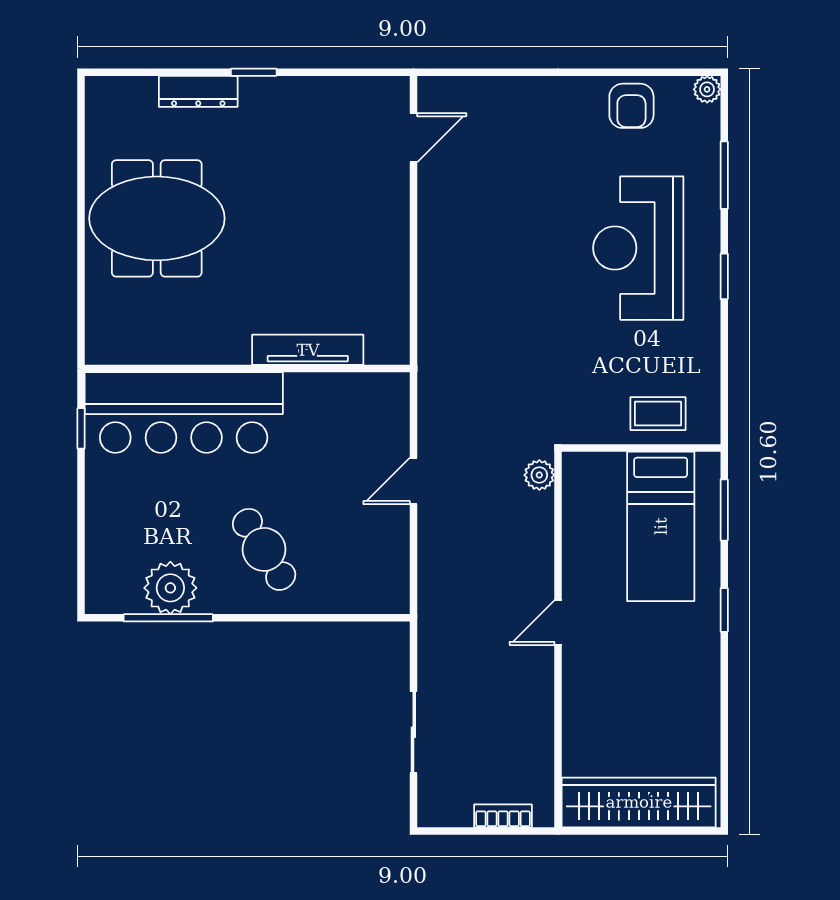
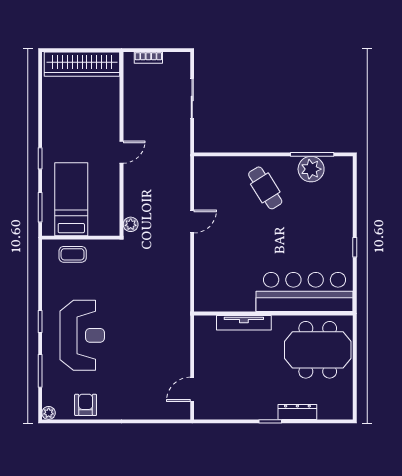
tv unit: (308, 350) -> (244, 323), moved
wall: (247, 369) -> (273, 314), moved
bar counter: (184, 413) -> (305, 292), moved

